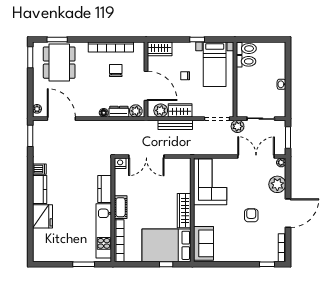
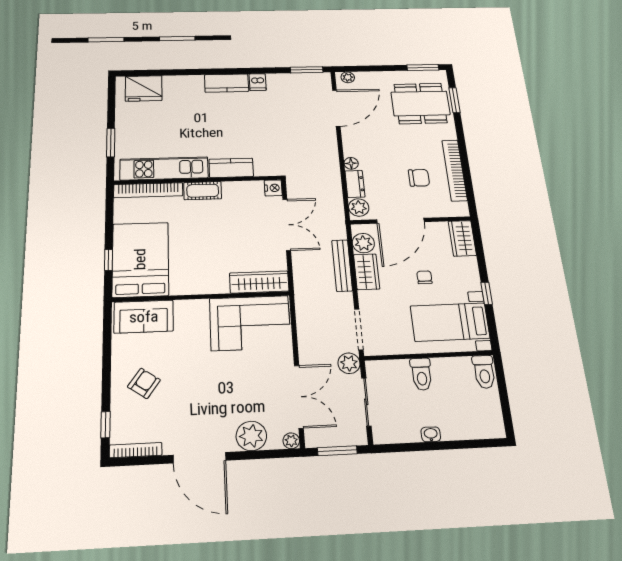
toilet: (246, 61) -> (421, 374), moved
double door: (146, 157) -> (287, 225), swing flipped
wardrobe: (184, 211) -> (259, 282), moved
armchair: (251, 215) -> (144, 383), moved, turned -55
fridge: (42, 216) -> (144, 88), moved

